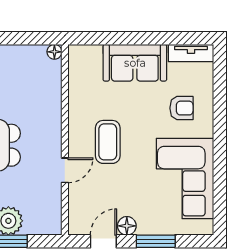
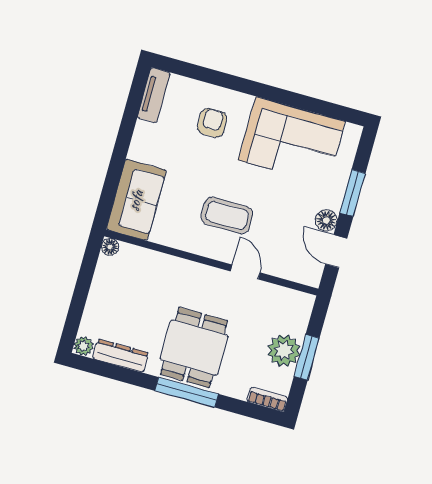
sofa: (135, 63) -> (136, 200), moved

